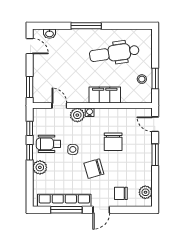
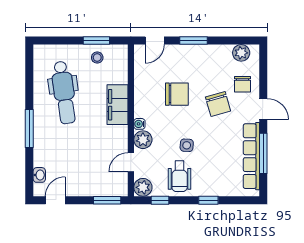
window: (30, 152) -> (208, 200), moved
plant: (40, 167) -> (143, 187), moved
chair: (94, 169) -> (218, 104), moved

